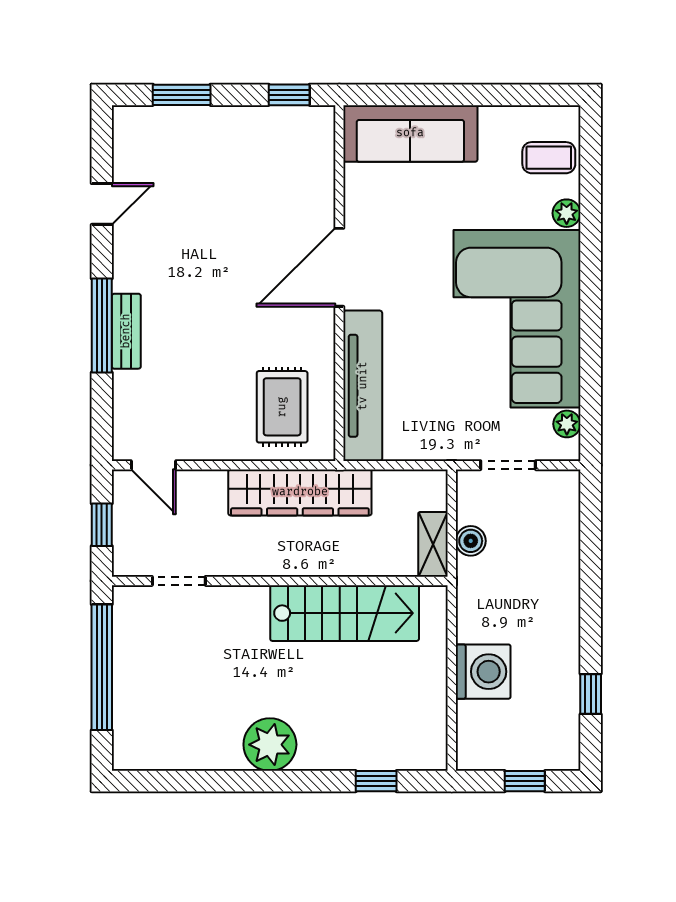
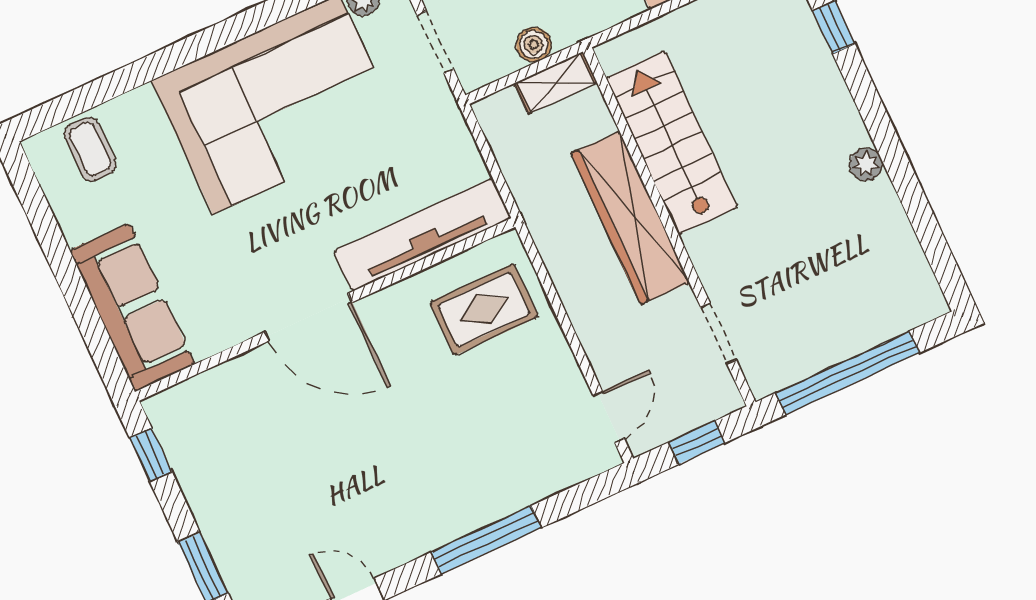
plant: (567, 213) -> (140, 103), removed
bench: (126, 331) -> (480, 511), removed
wardrobe: (300, 492) -> (630, 218), moved, turned 180
plant: (270, 745) -> (866, 164), width x0.53, depth x0.53

